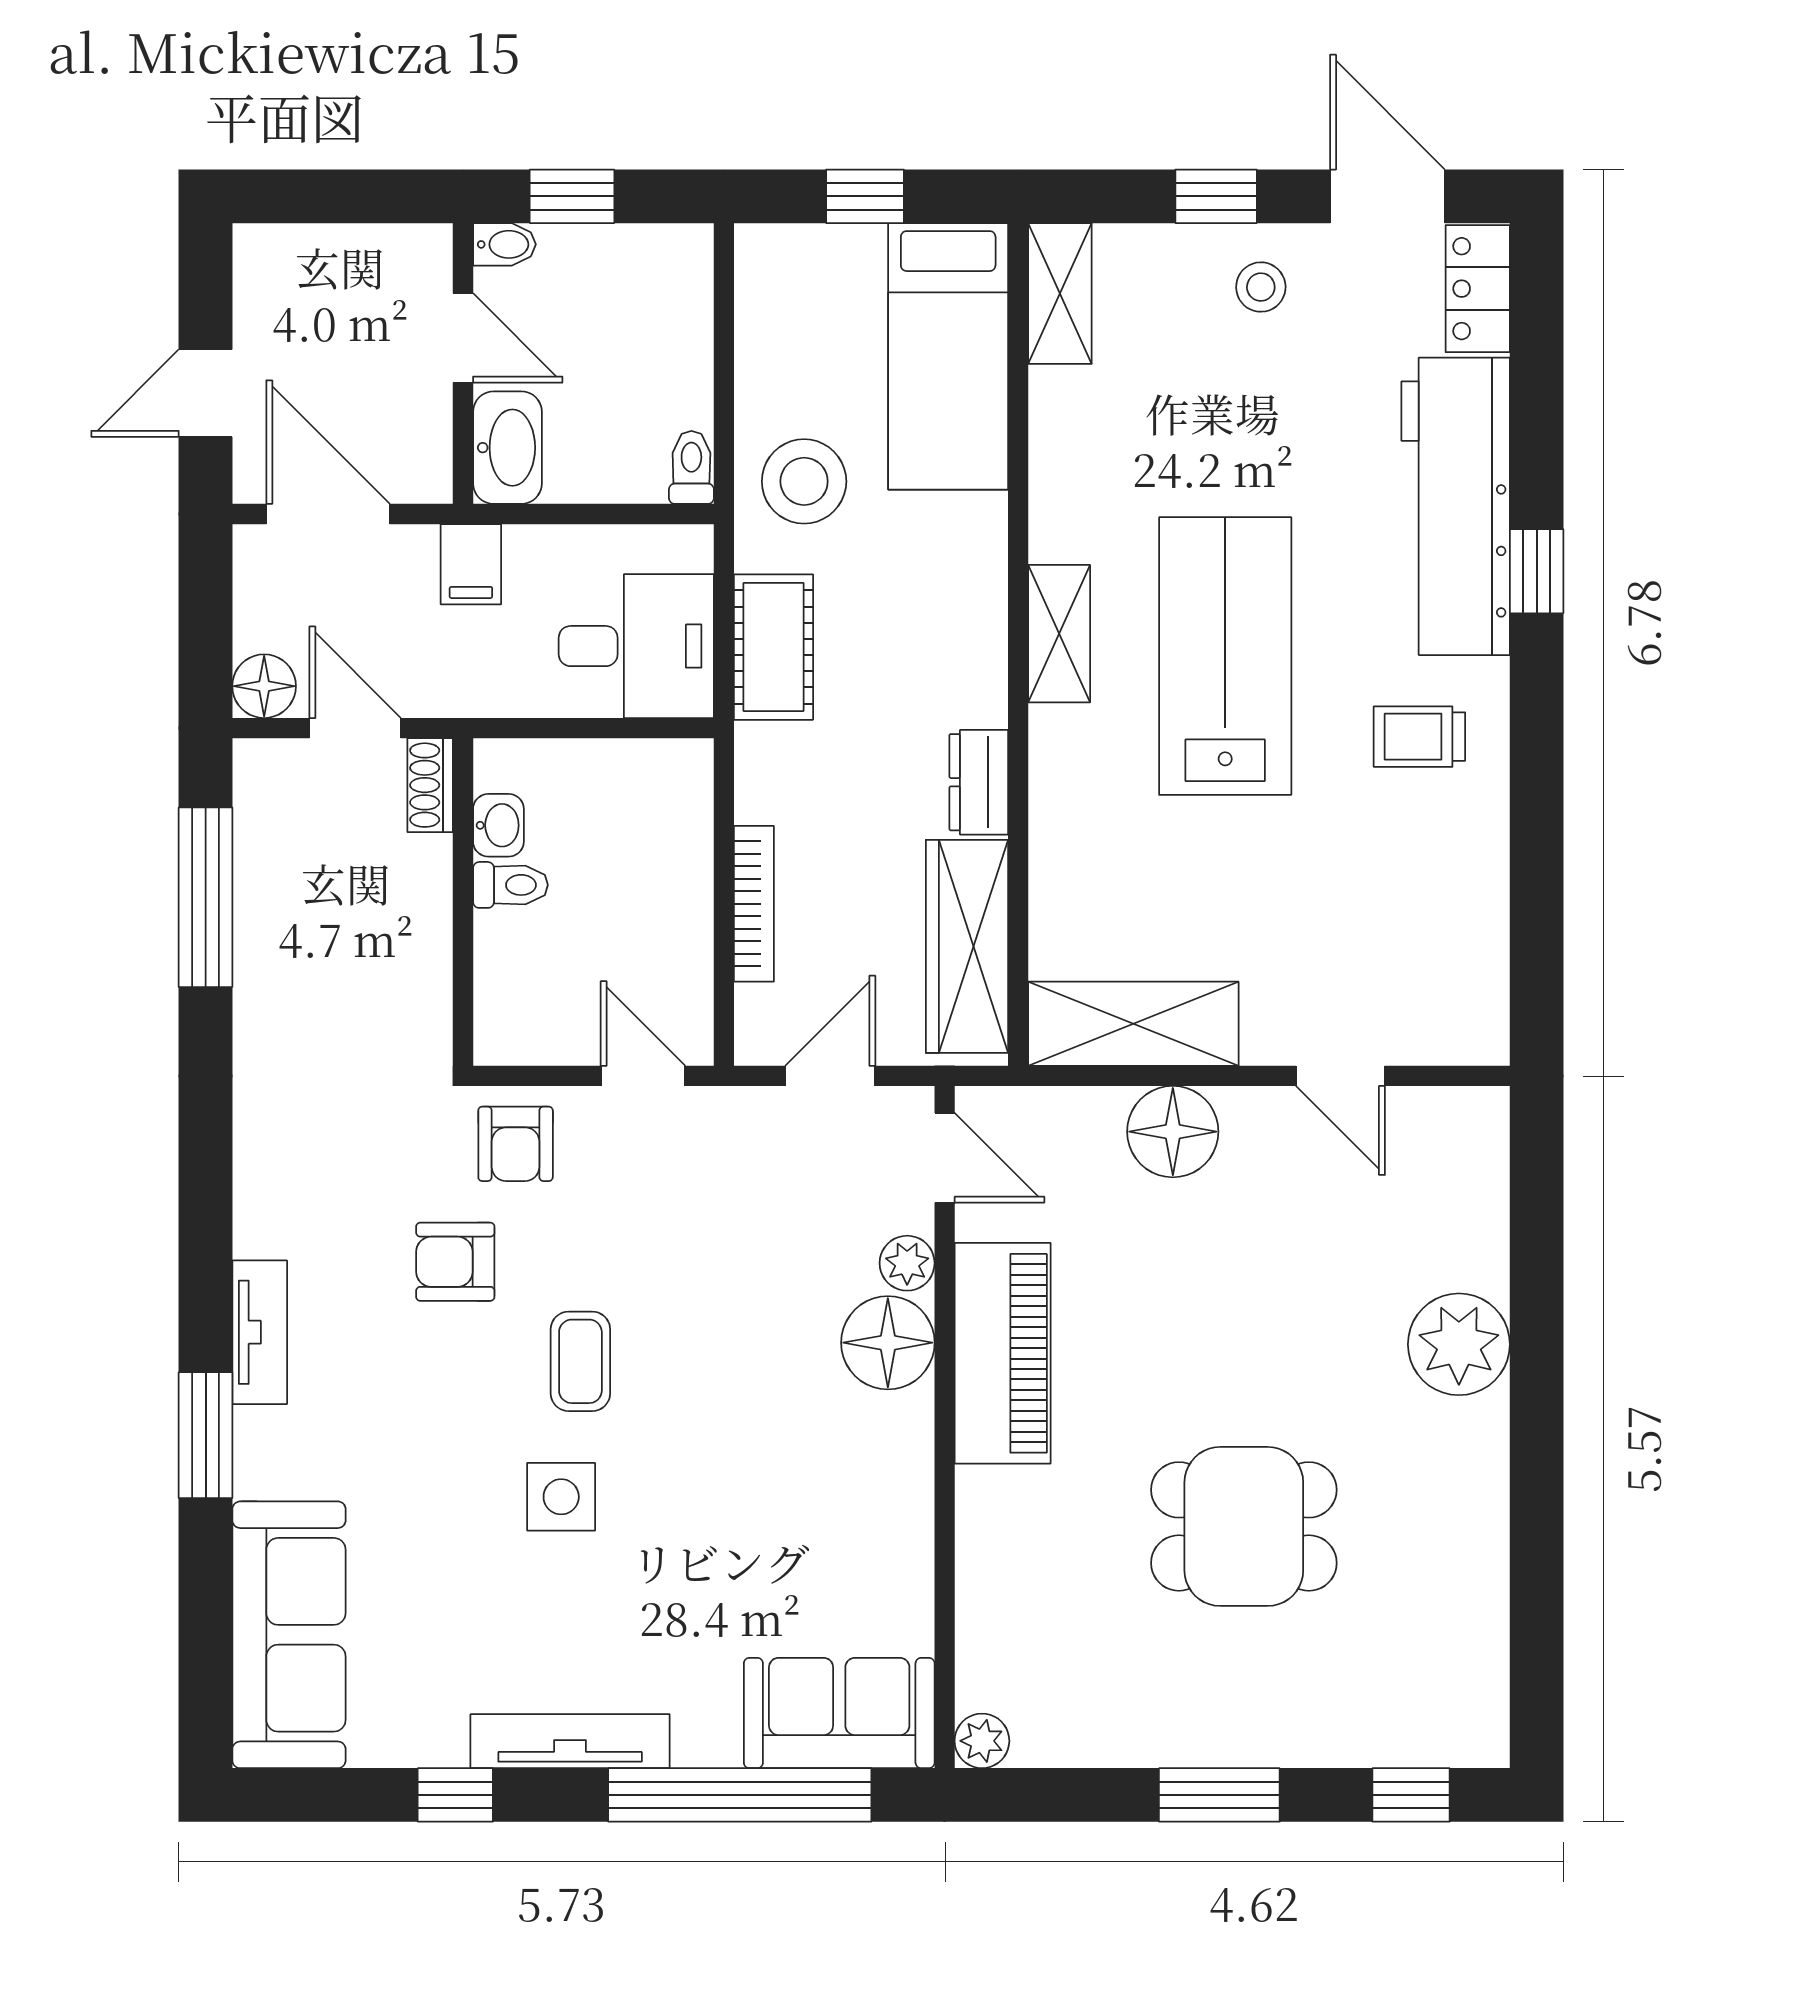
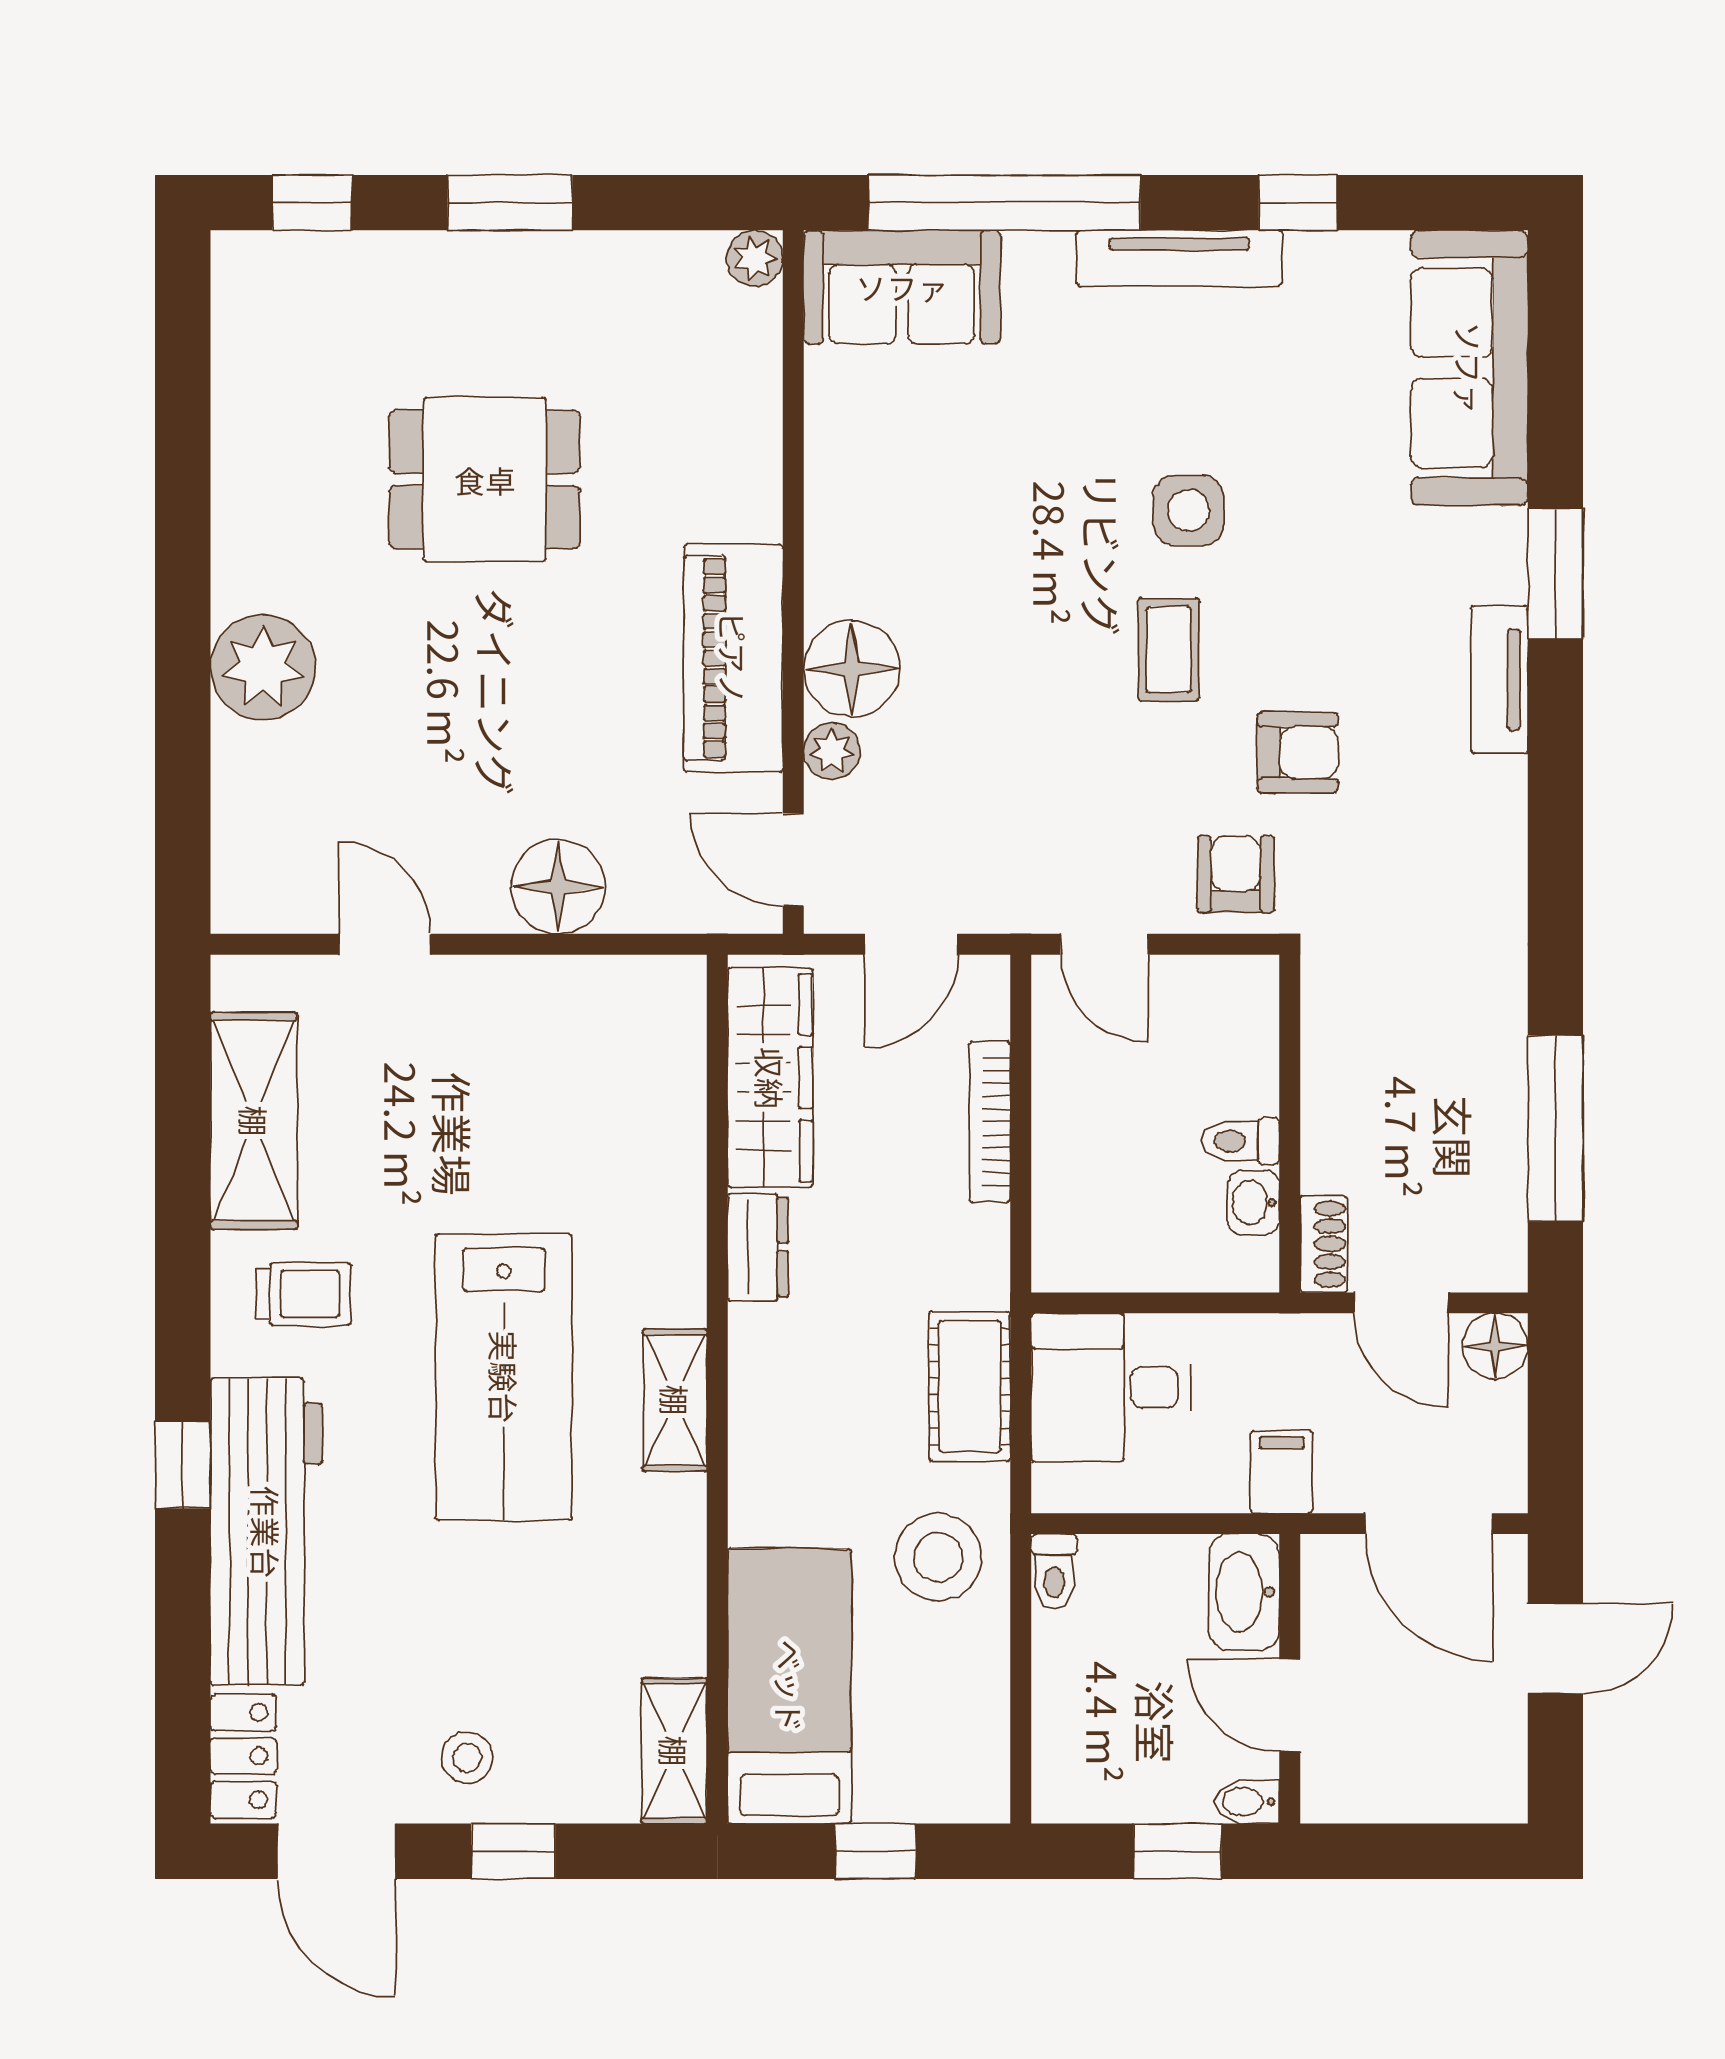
shelving: (1133, 1024) -> (254, 1121), moved, turned 90

